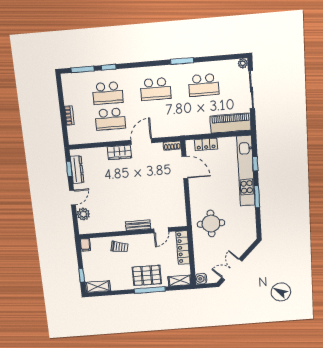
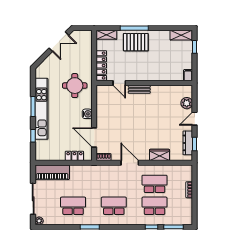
door: (141, 141) -> (130, 163), swing flipped
wardrobe: (119, 152) -> (160, 155), moved
kitchen unit: (246, 171) -> (41, 109), moved
door: (161, 230) -> (119, 83), swing flipped
trolley: (120, 247) -> (158, 71), removed
water cooler: (201, 279) -> (87, 114), moved

